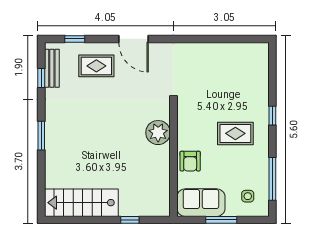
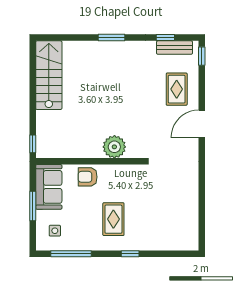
window: (75, 39) -> (202, 56), moved
window: (130, 220) -> (33, 144), moved

